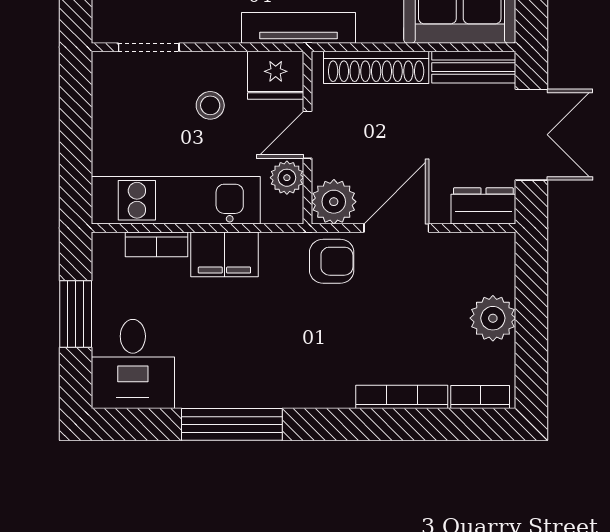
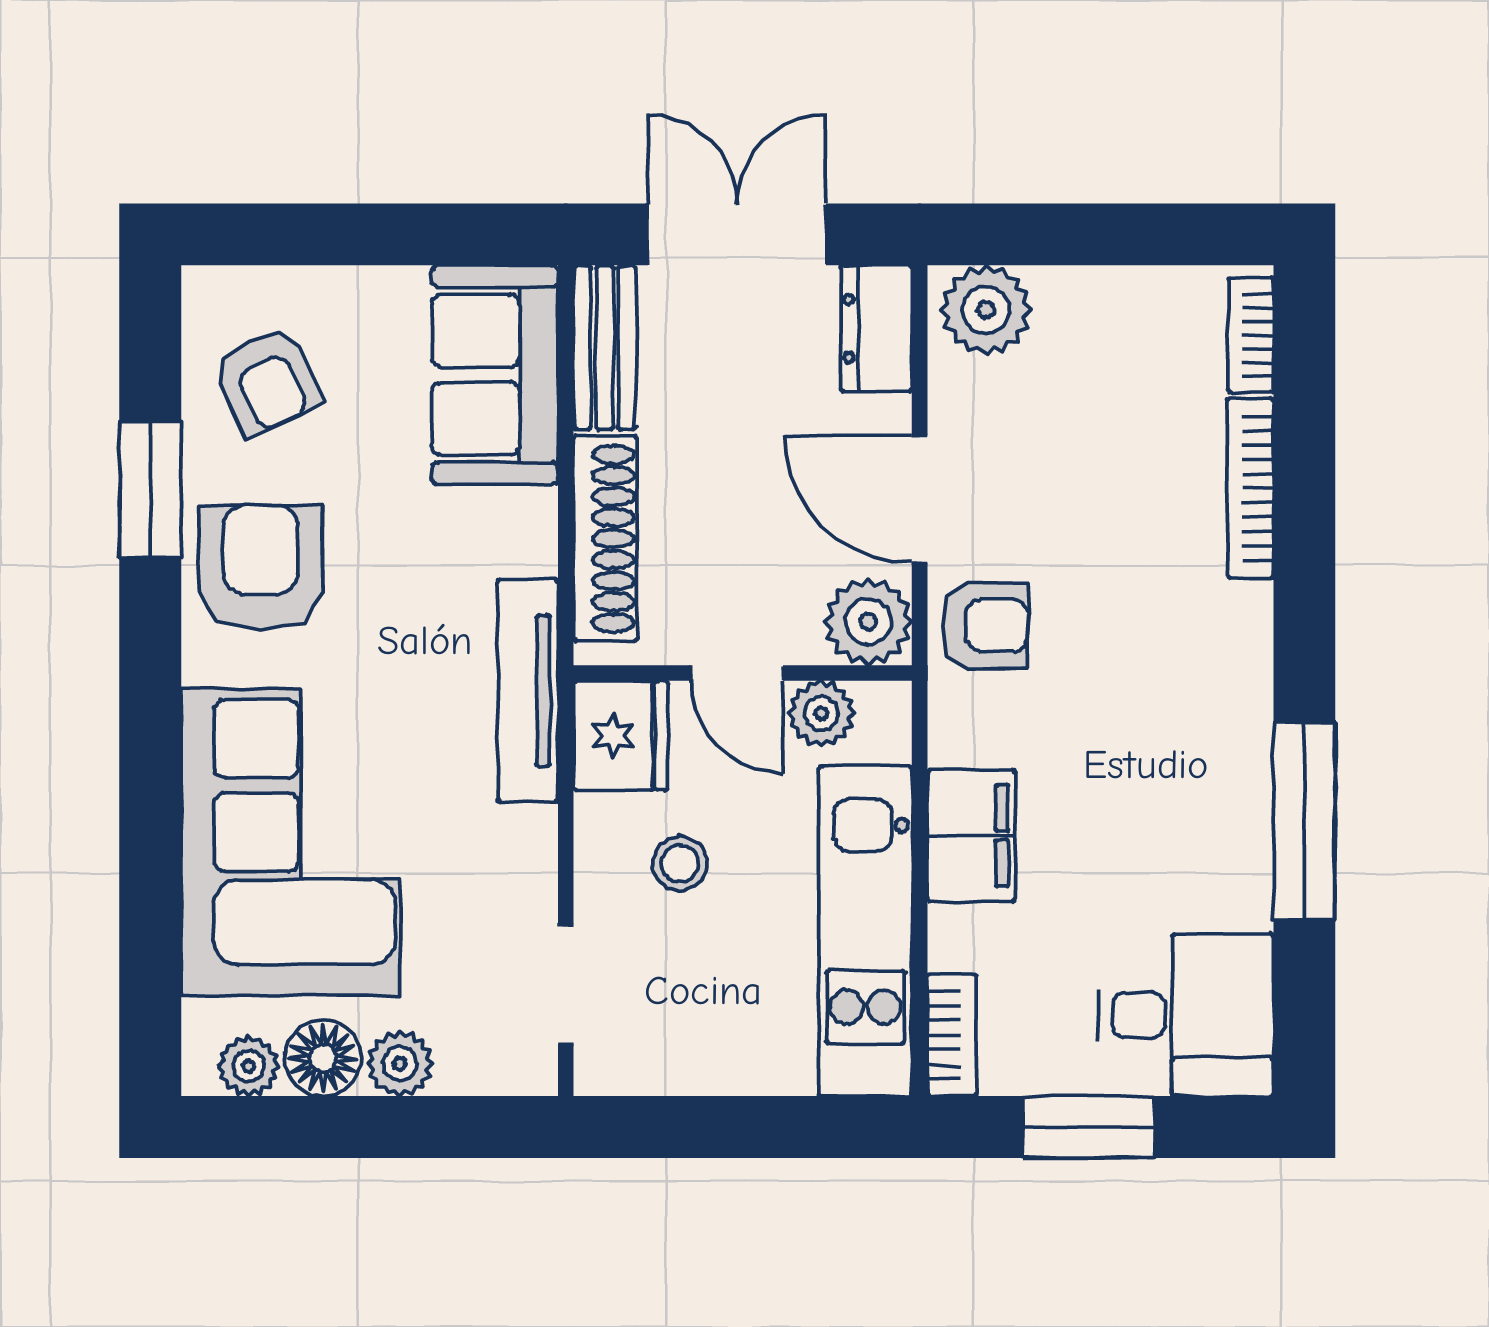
bookcase: (156, 244) -> (952, 1035), moved
armchair: (332, 261) -> (985, 626), turned 90
plant: (493, 318) -> (986, 310), moved

